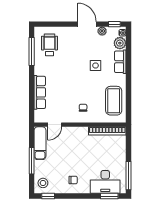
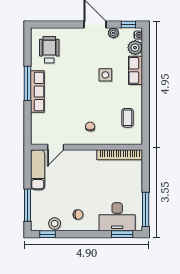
window: (32, 52) -> (27, 83), moved
row of seats: (40, 92) -> (37, 92), moved
coffee table: (114, 101) -> (127, 118), width x0.54, depth x0.58
window: (32, 161) -> (27, 205), moved
stool: (43, 183) -> (55, 224), moved

